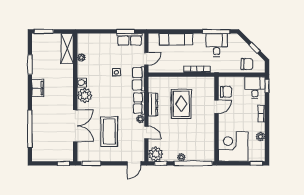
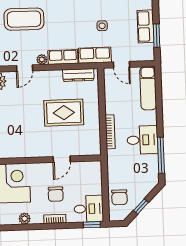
row of seats: (130, 39) -> (146, 26), moved
exam couch: (176, 39) -> (148, 88), moved
desk: (216, 45) -> (142, 140), moved
chair: (226, 92) -> (56, 194), moved
dresser: (153, 104) -> (78, 75), moved
door: (216, 107) -> (62, 159), hinge flipped

